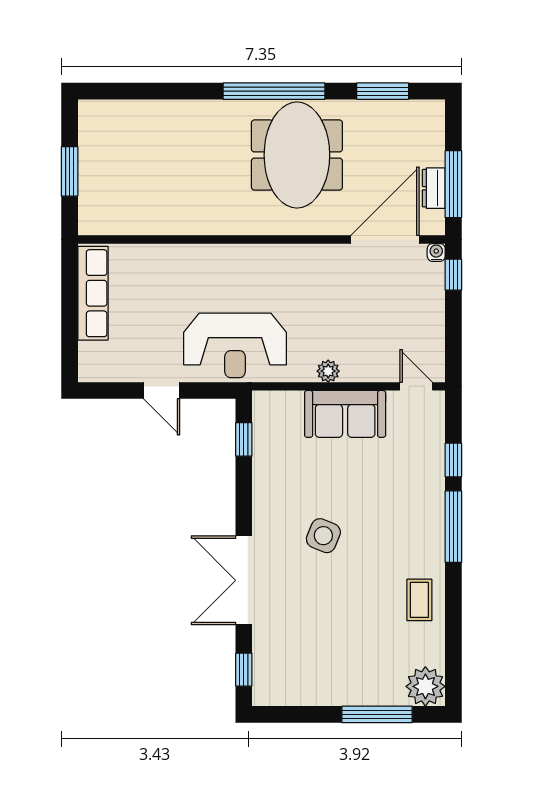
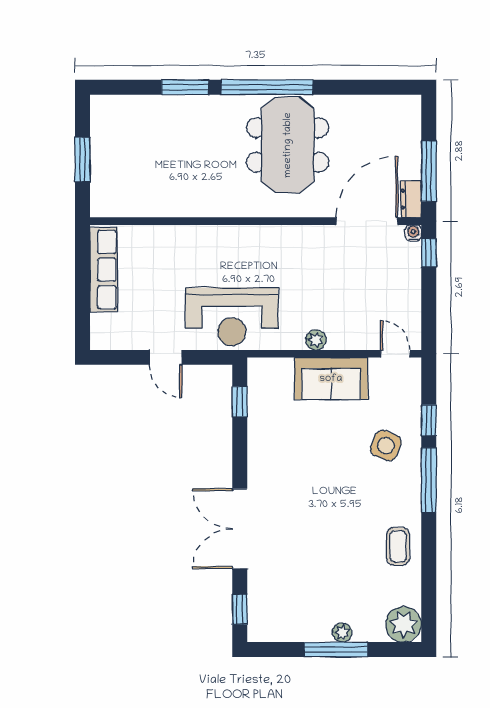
window: (383, 91) -> (185, 87), moved
dresser: (434, 188) -> (411, 199), moved
side table: (323, 536) -> (386, 445), moved
plant: (357, 696) -> (342, 633), added
window: (377, 714) -> (336, 650), moved

